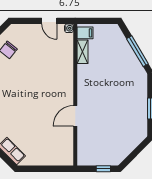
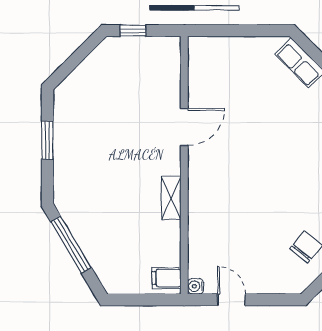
shelving: (82, 52) -> (171, 198), moved

